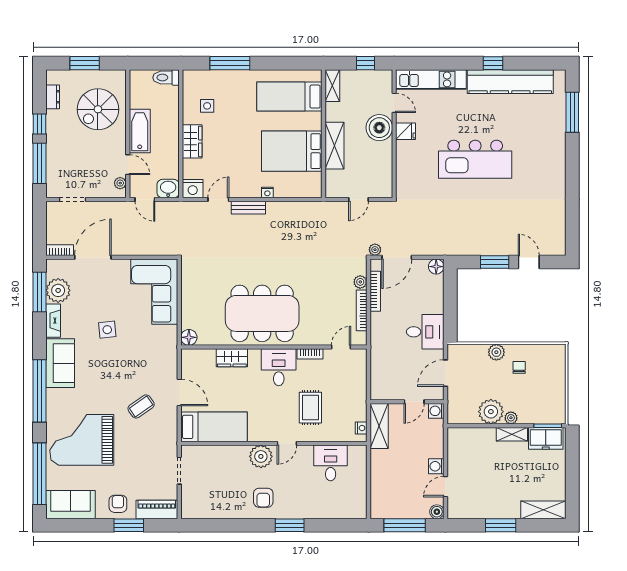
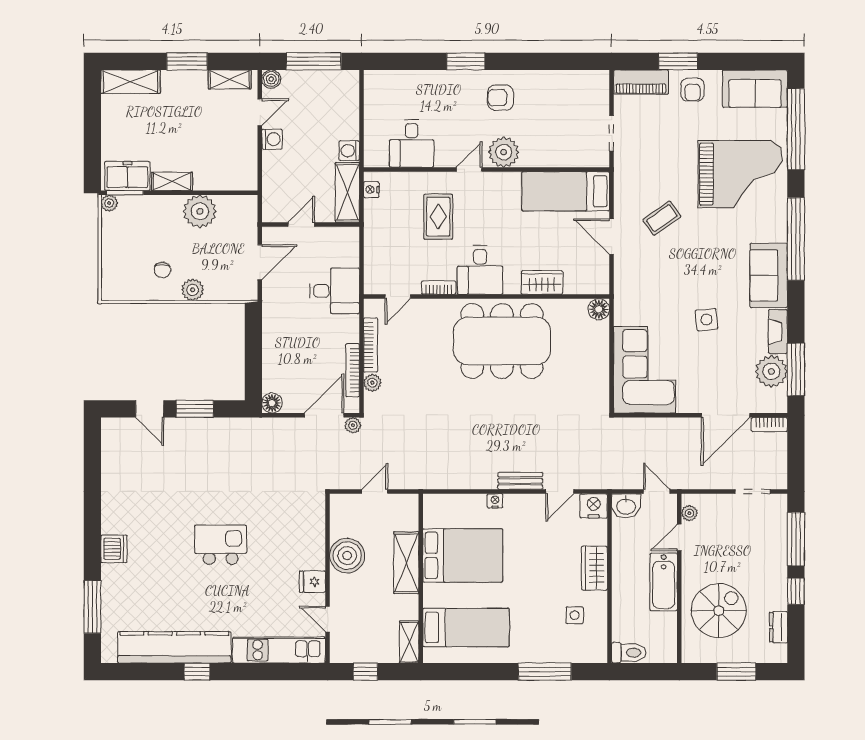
boiler: (379, 128) -> (347, 556), moved
dishwasher: (556, 156) -> (114, 549), added
kitchen island: (475, 159) -> (221, 545), width x0.54, depth x0.78
door: (128, 165) -> (679, 537), hinge flipped
desk: (425, 332) -> (335, 291), moved, turned 180
washing machine: (436, 411) -> (349, 151), moved, turned 180
plant: (511, 418) -> (109, 203), moved
armchair: (263, 498) -> (500, 98), turned -90
shelving: (468, 512) -> (230, 79), added

